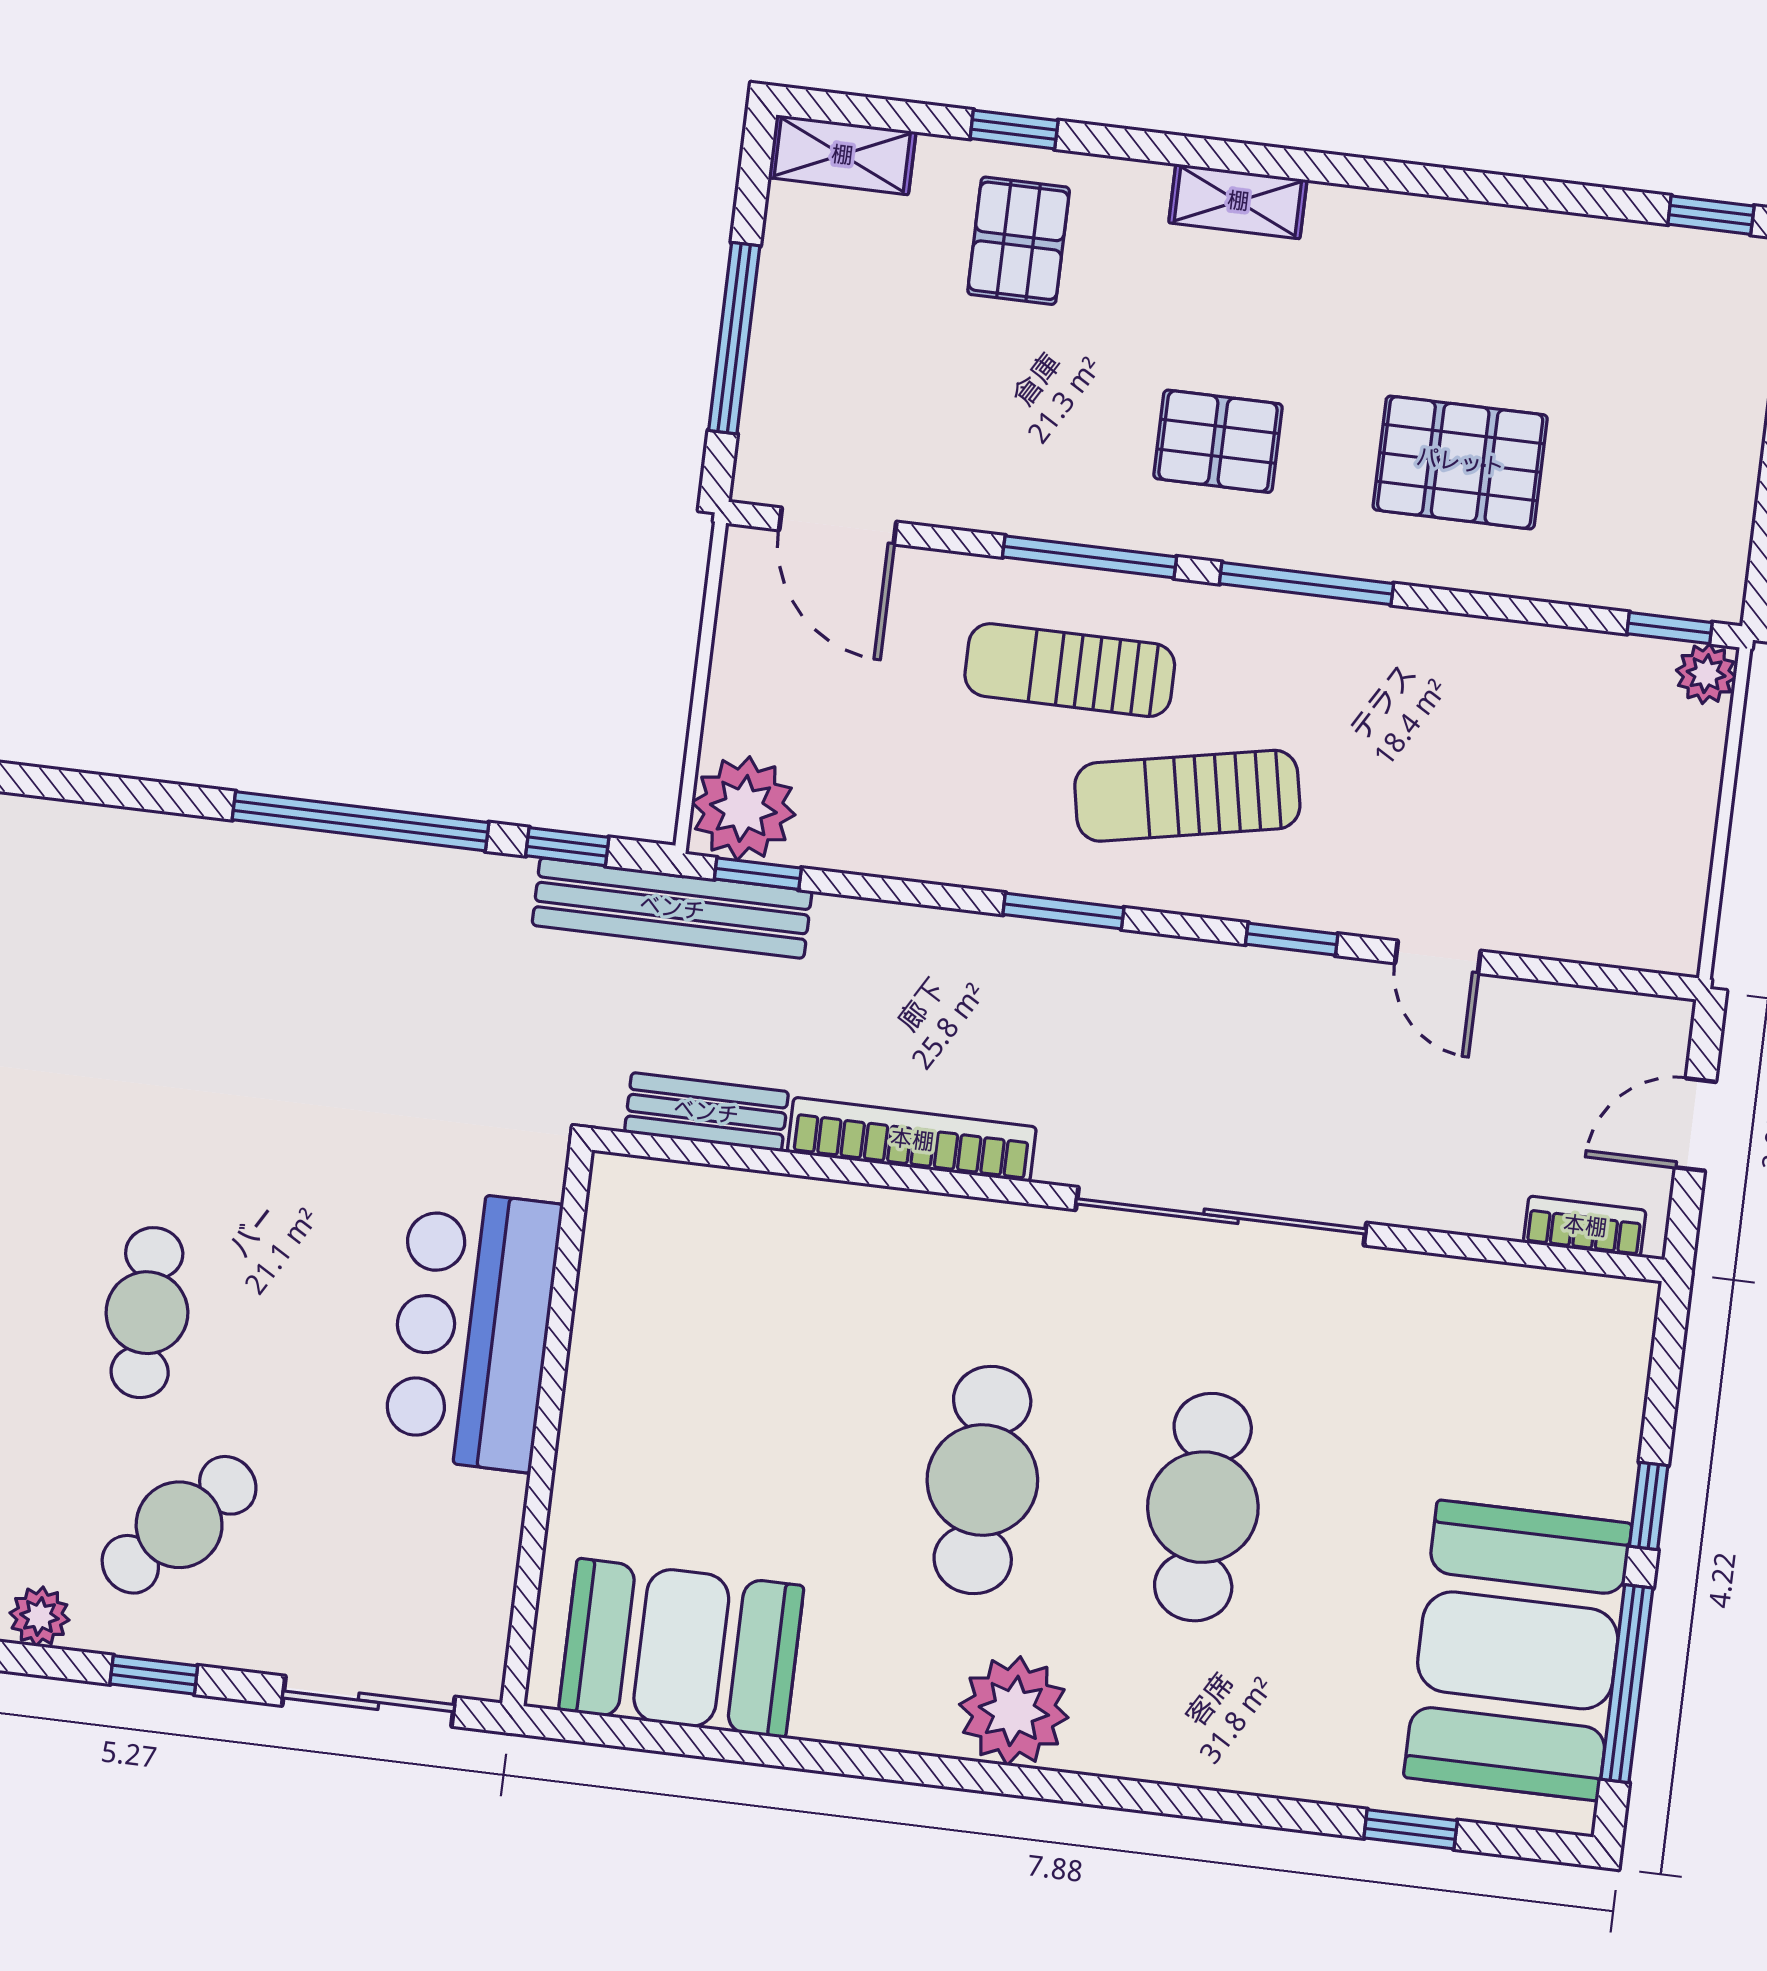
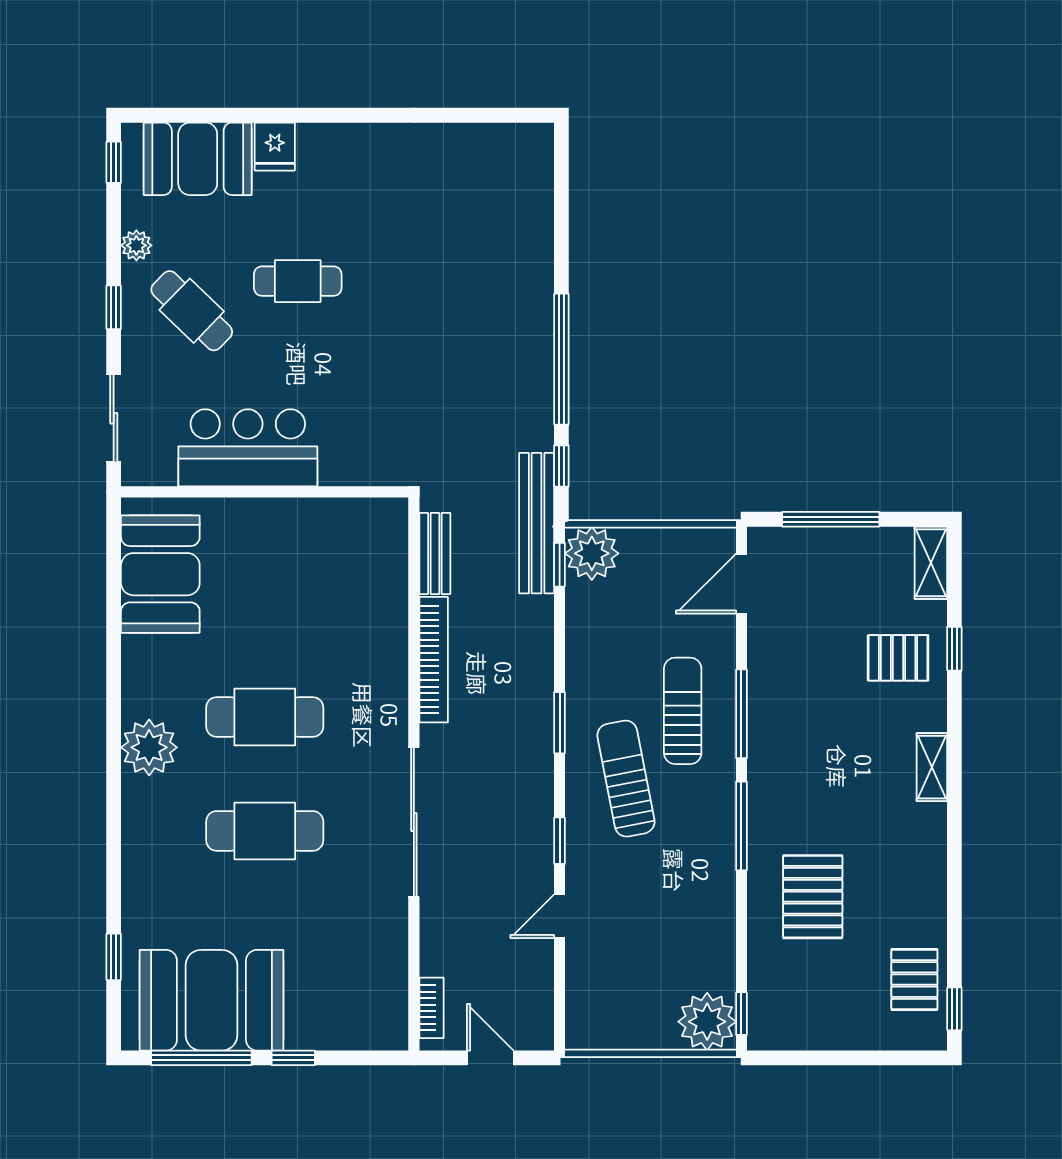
pallet: (1218, 441) -> (914, 979), moved
plant: (1706, 674) -> (707, 1022), width x1.87, depth x1.87
bar counter: (472, 1330) -> (248, 448), moved

